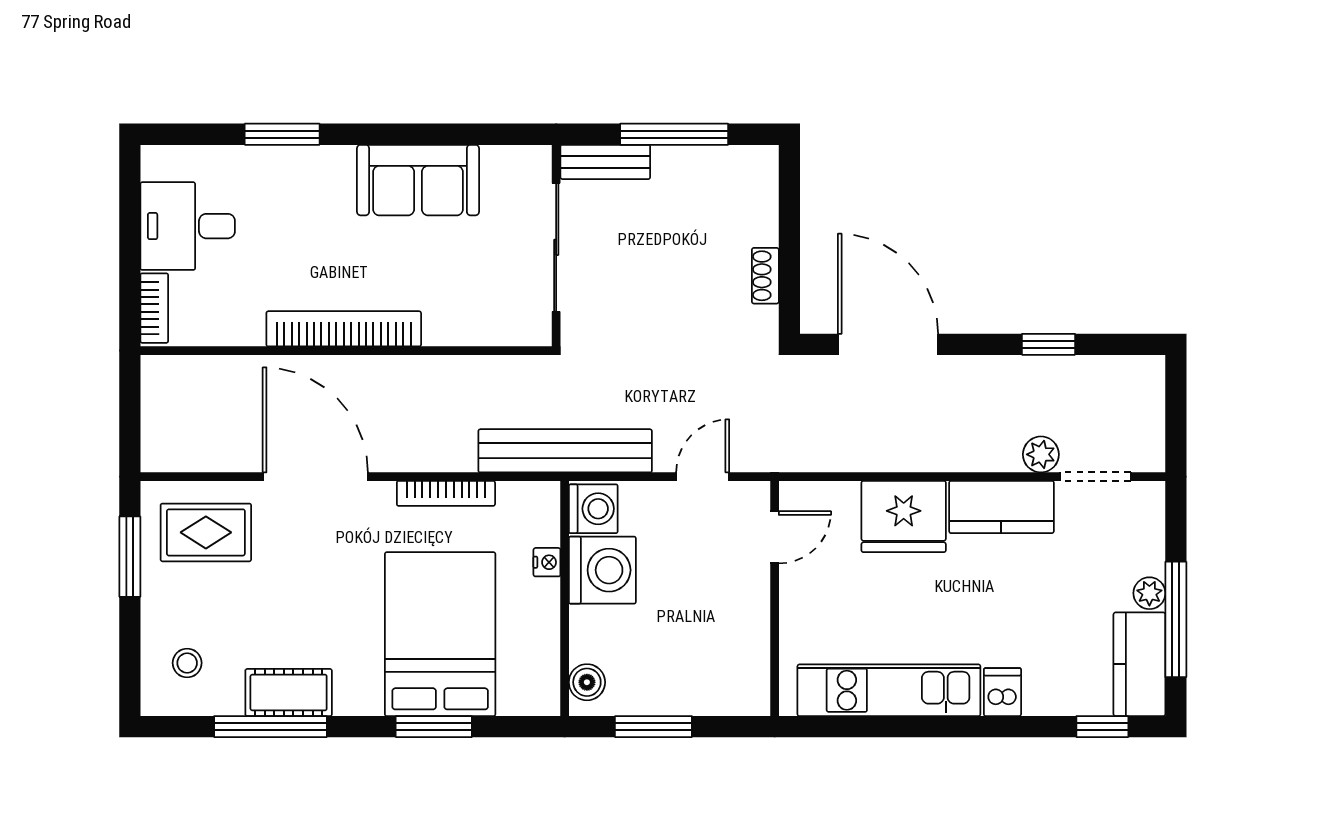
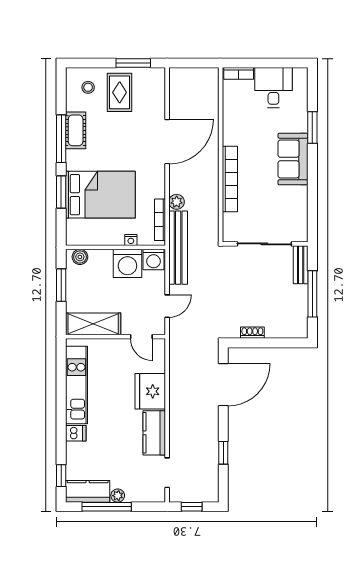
sofa: (418, 180) -> (293, 159), moved
bookcase: (344, 329) -> (230, 179), moved
window: (1176, 419) -> (192, 507), added
plant: (1041, 454) -> (177, 202), moved
door: (703, 477) -> (167, 306), hinge flipped
bookcase: (446, 493) -> (160, 220), moved
rug: (206, 532) -> (120, 92), moved
shelving: (744, 651) -> (93, 324), added
window: (270, 727) -> (61, 139), moved

